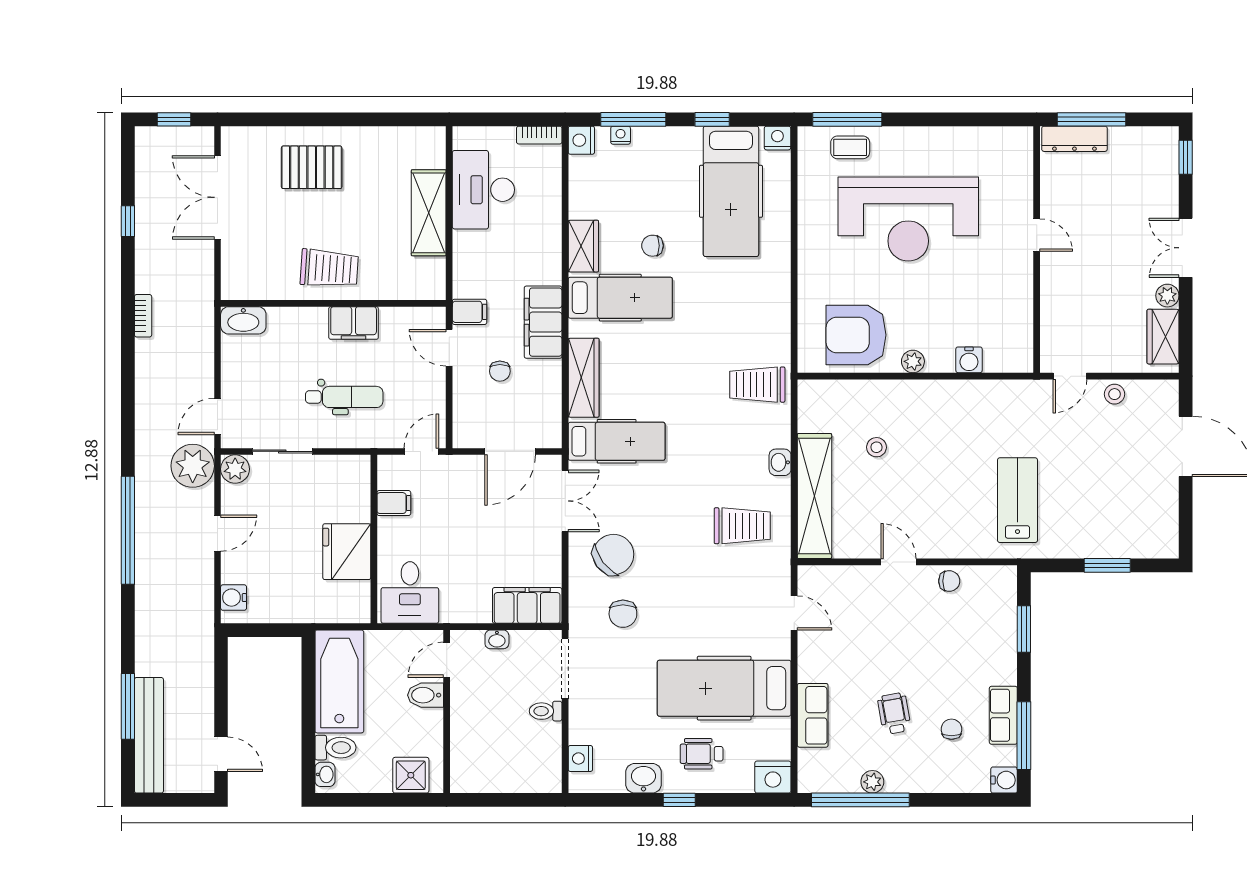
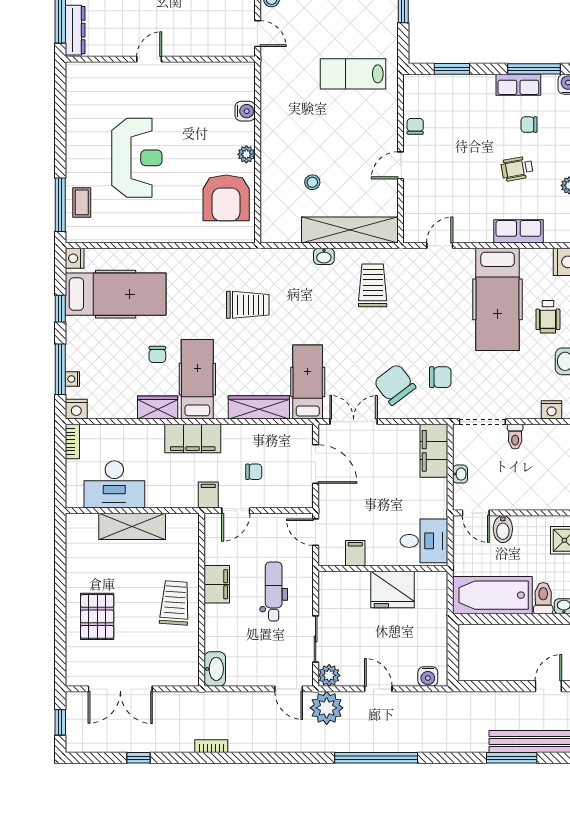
reception desk: (908, 219) -> (137, 158), width x0.74, depth x0.77
filing cabinet: (543, 322) -> (193, 439), moved
trolley: (757, 385) -> (248, 305), moved, turned -90

